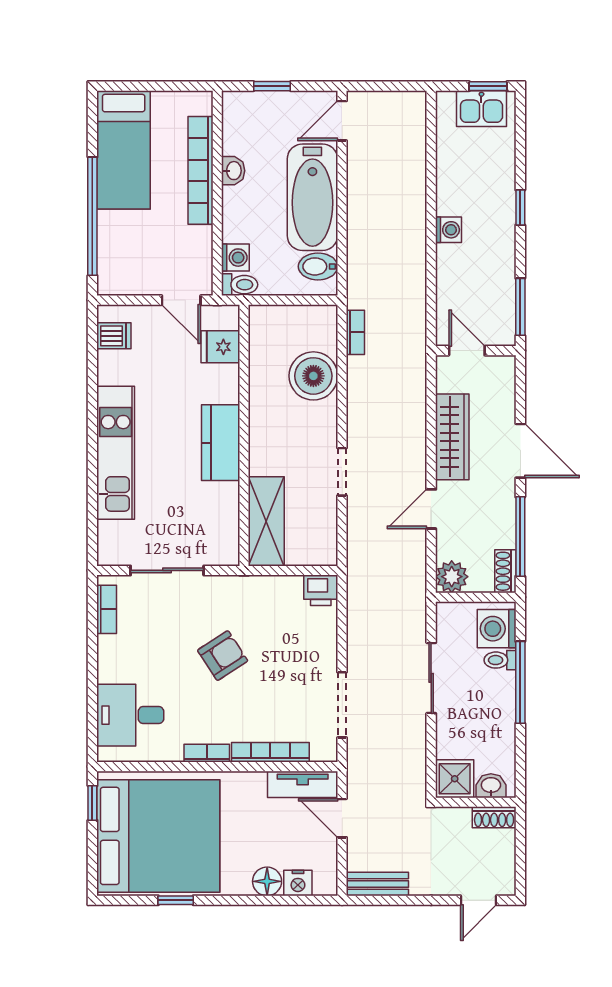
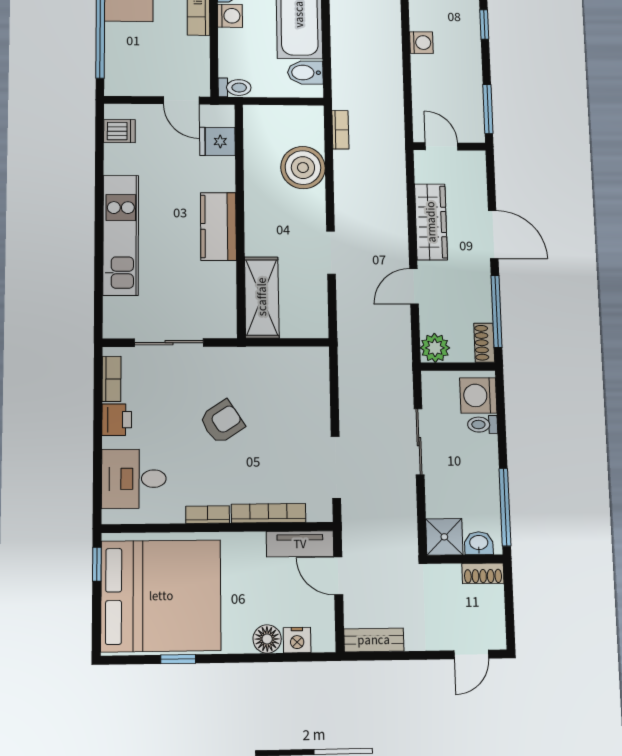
washing machine: (235, 258) -> (230, 16), moved
printer: (321, 590) -> (117, 420), moved, turned -90
window: (520, 682) -> (505, 507), moved

